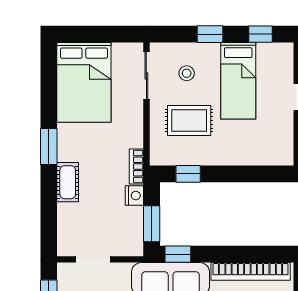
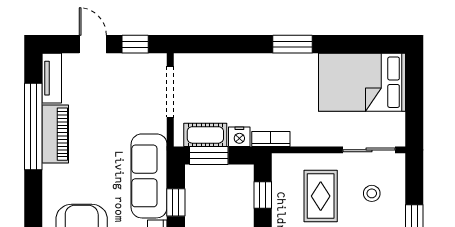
cot: (68, 182) -> (205, 135), moved
window: (178, 254) -> (176, 202), moved
doorway: (93, 259) -> (170, 92), width x1.38

